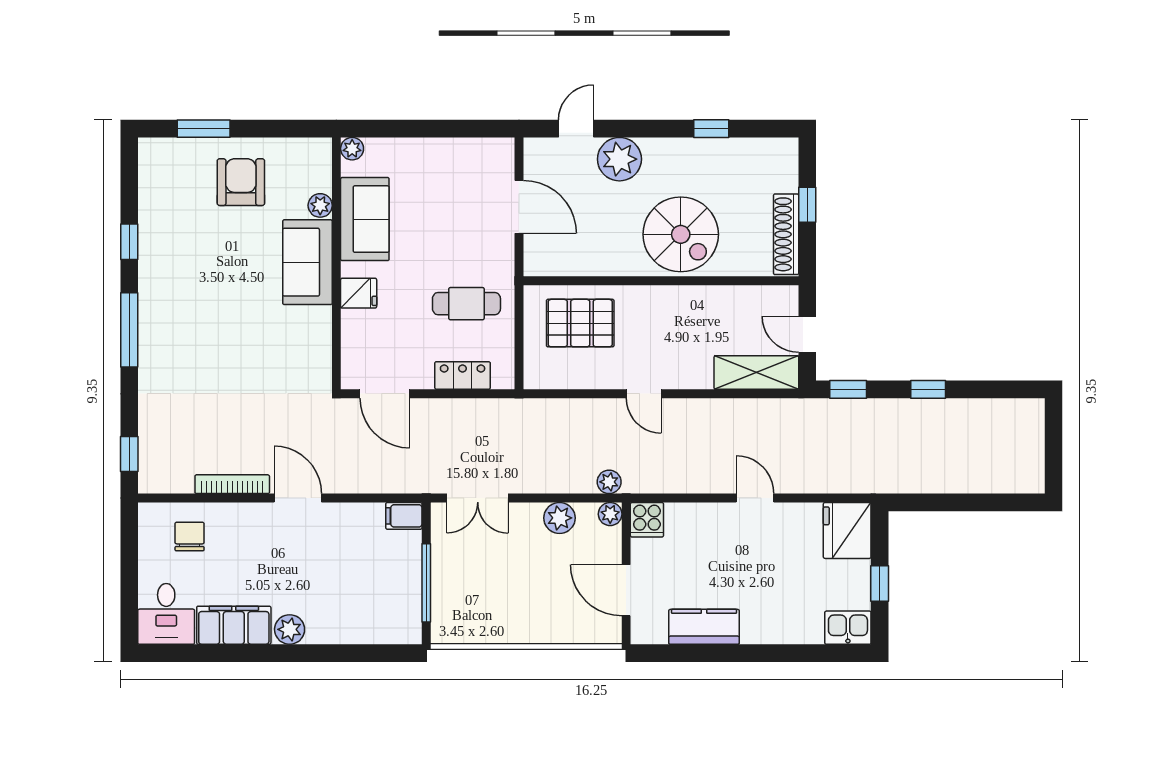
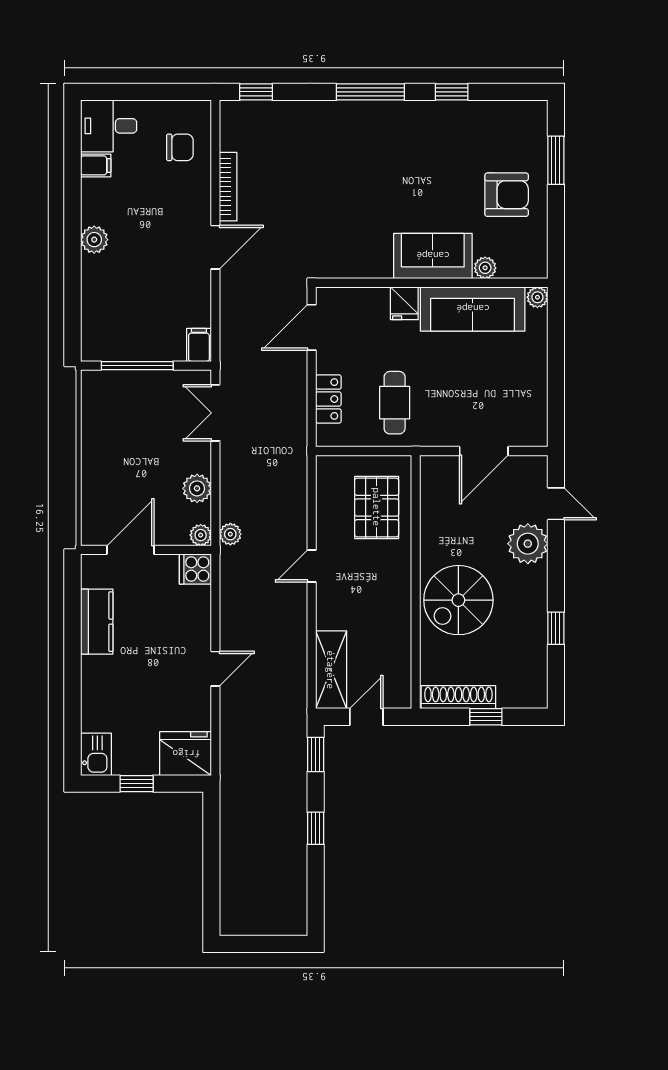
sofa: (365, 219) -> (473, 309), width x1.36
filing cabinet: (234, 625) -> (96, 165), width x0.33, depth x0.86

